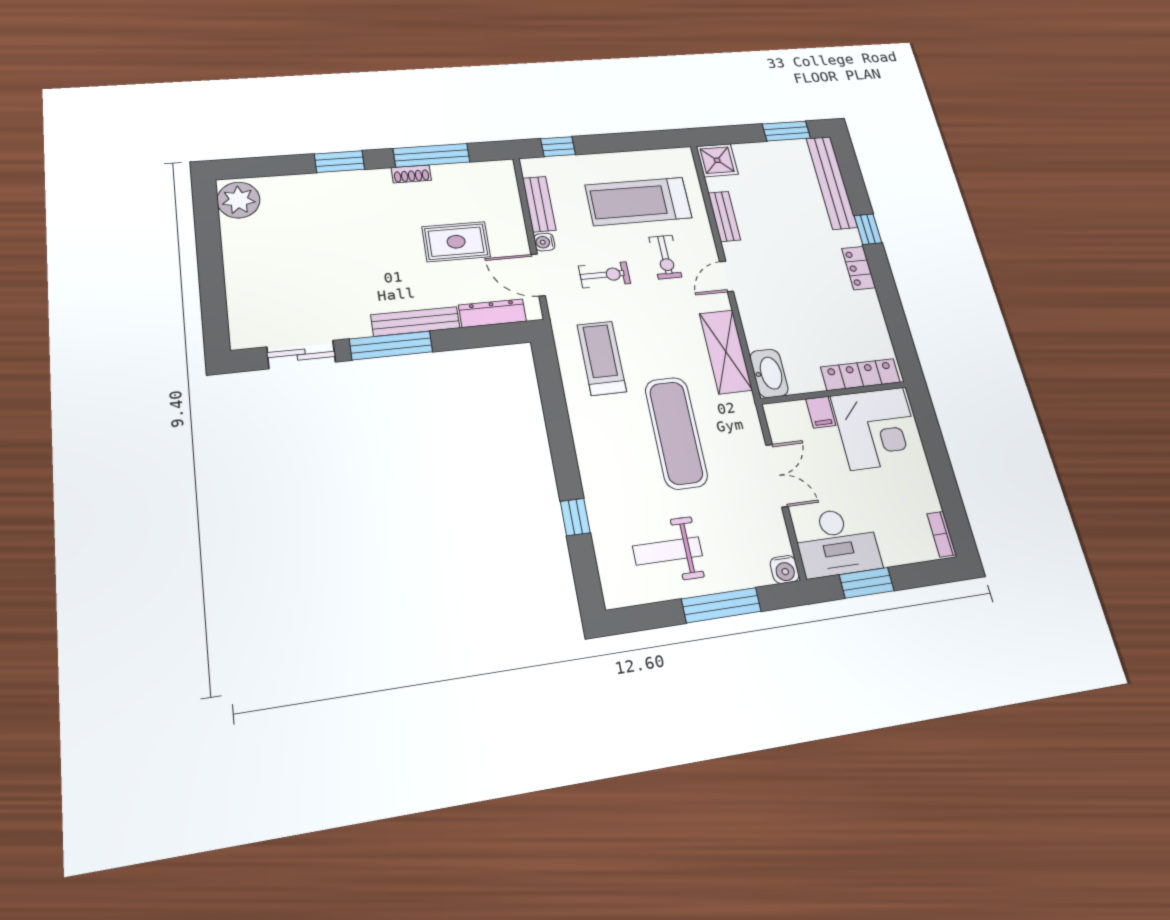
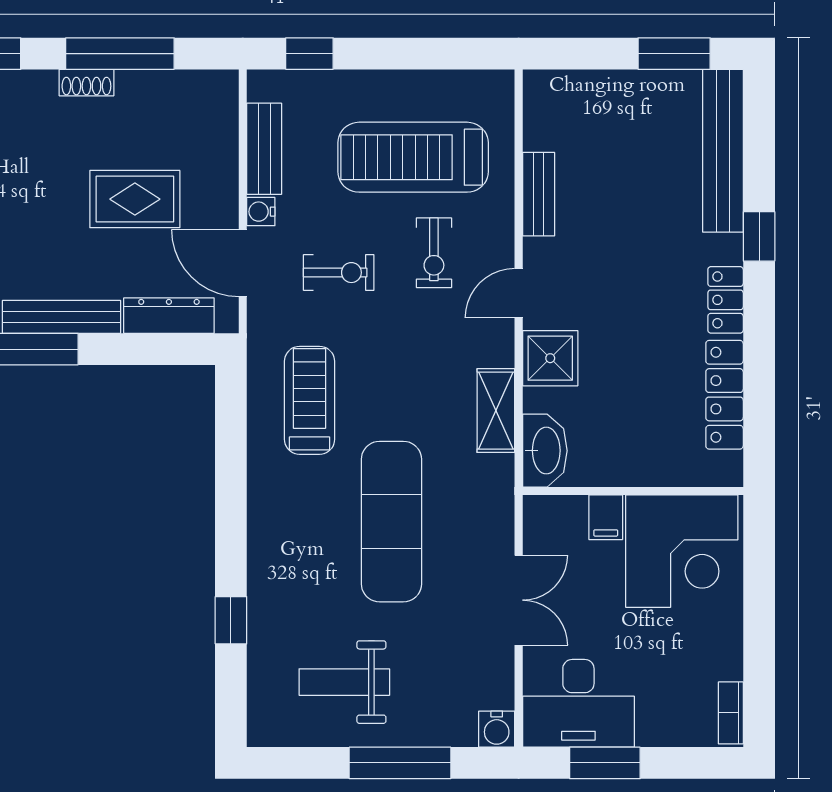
shower: (717, 160) -> (550, 358), moved
shelving: (726, 352) -> (496, 411), width x0.67, depth x0.75
locker: (860, 375) -> (725, 395), moved, turned -90

